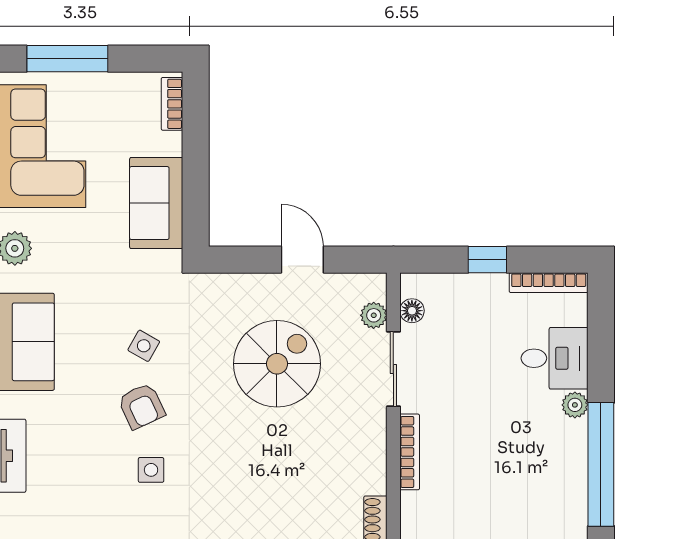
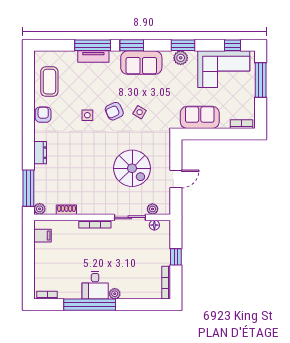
desk: (555, 358) -> (95, 285), moved

